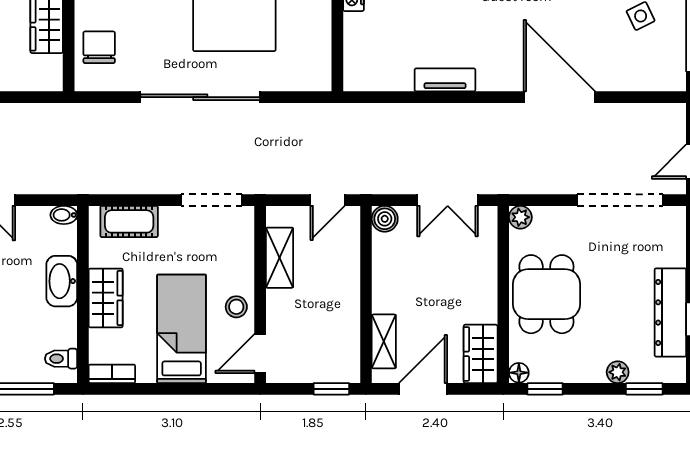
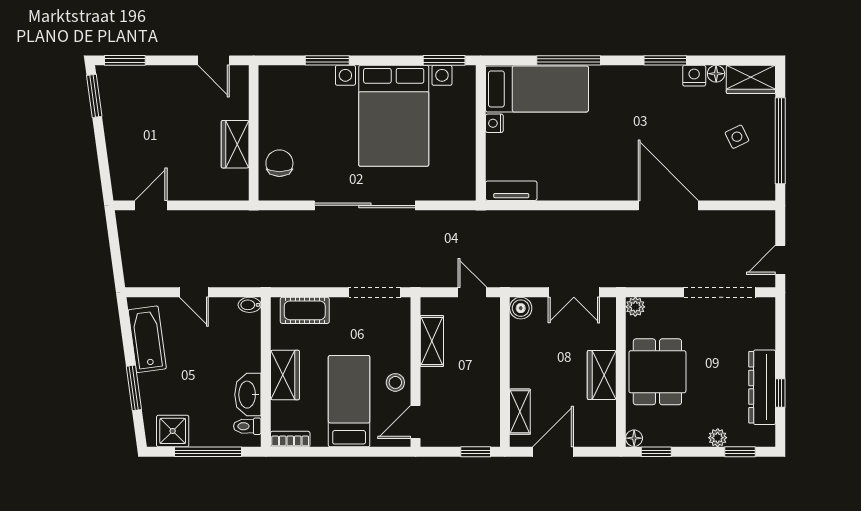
tv unit: (445, 80) -> (511, 191), moved
door: (328, 200) -> (472, 292), swing flipped
washbasin: (62, 281) -> (248, 395), moved
wardrobe: (481, 354) -> (602, 375), moved

